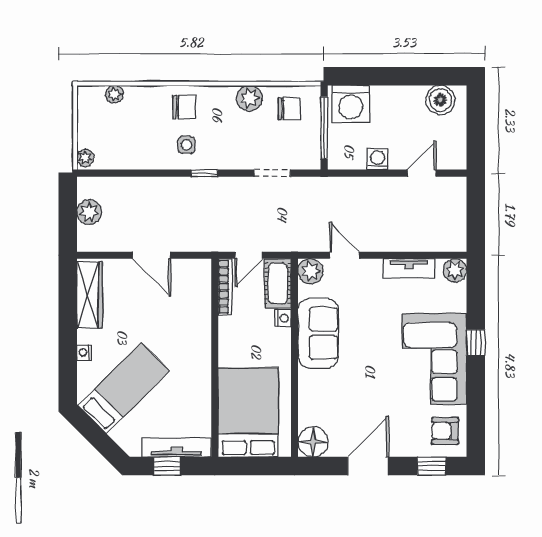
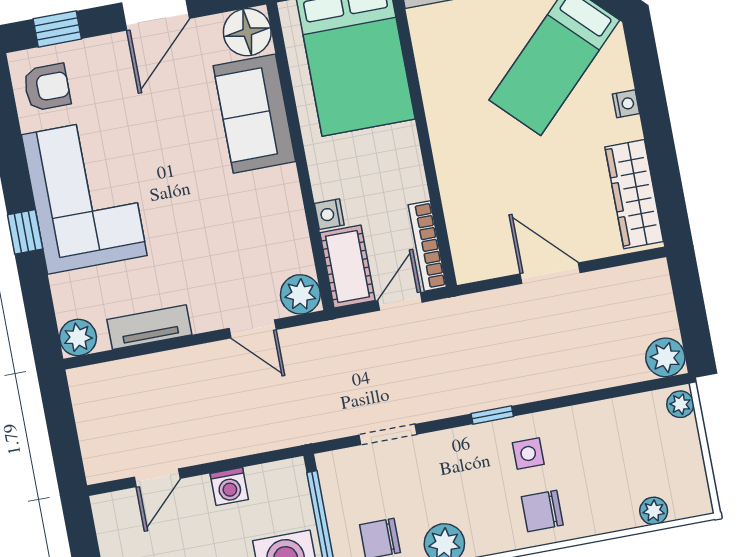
plant: (89, 212) -> (665, 357), moved
sofa: (318, 333) -> (254, 114), moved

